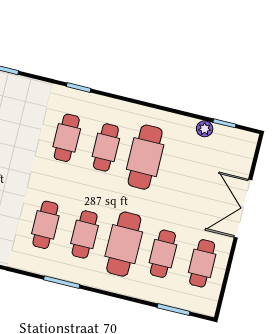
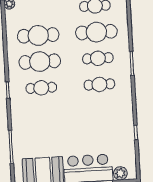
cafe table: (106, 147) -> (40, 62), width x1.37, depth x1.35

